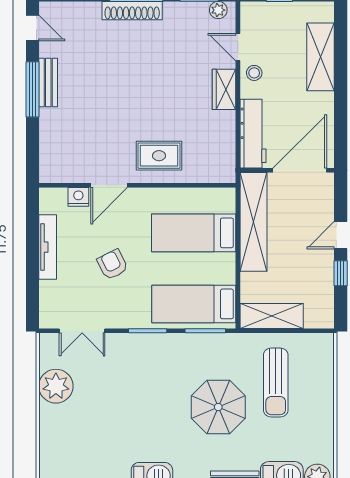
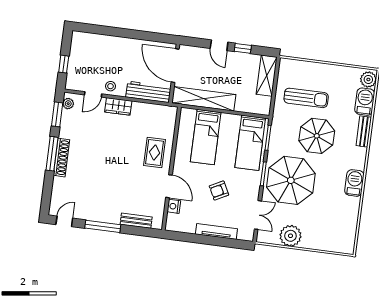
shelving: (321, 57) -> (106, 43), removed
bench: (48, 83) -> (136, 221), moved
tv unit: (48, 247) -> (216, 231), moved
shelving: (272, 316) -> (267, 76), moved
parasol: (143, 375) -> (291, 180), added

